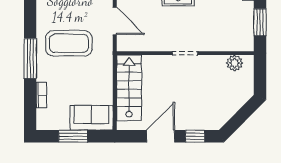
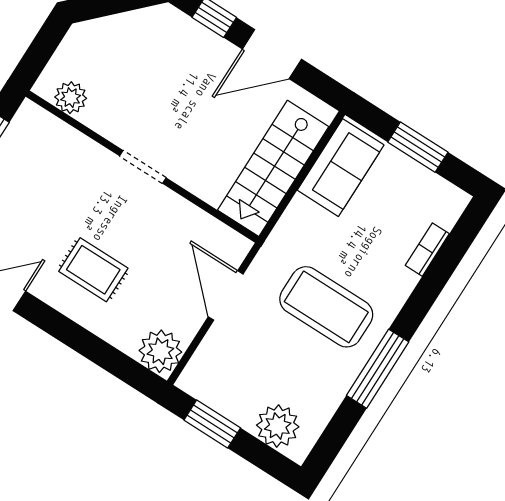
window: (30, 59) -> (378, 369), moved
sofa: (91, 118) -> (341, 168), moved, turned -90

